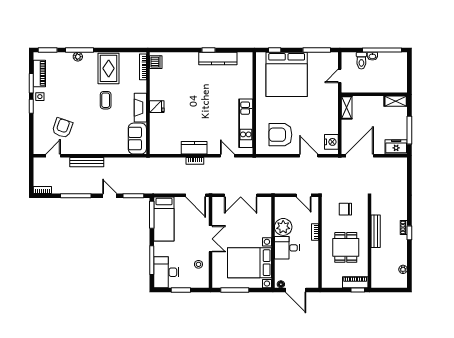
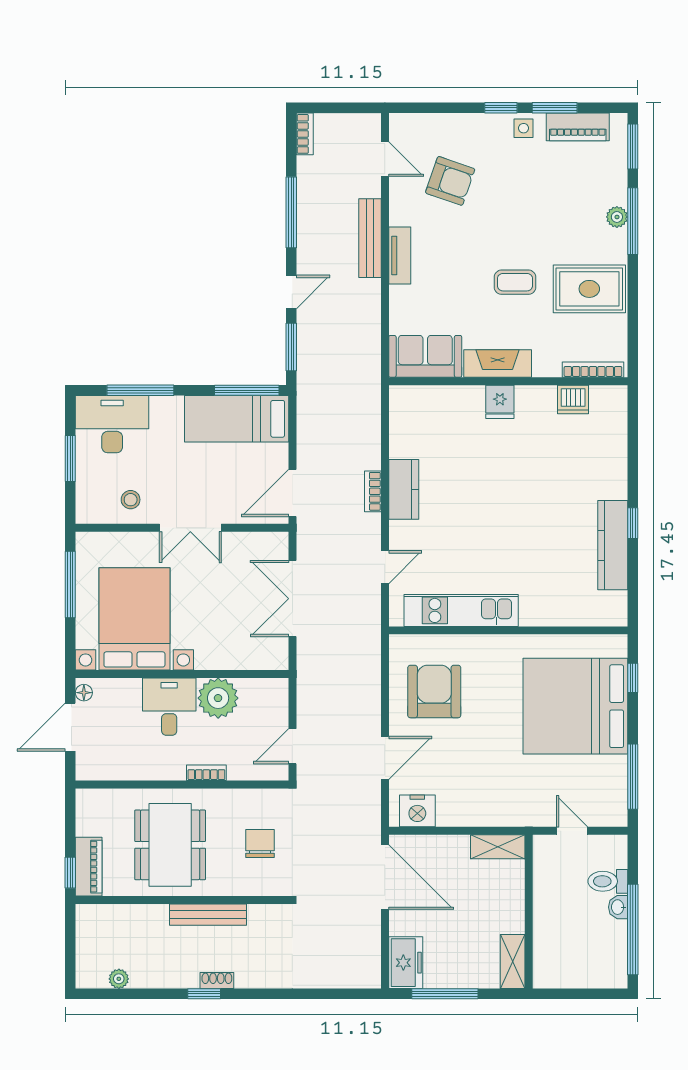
dishwasher: (156, 62) -> (573, 400), moved
tv unit: (94, 149) -> (400, 256), added
dining table: (346, 247) -> (170, 845), width x1.38

